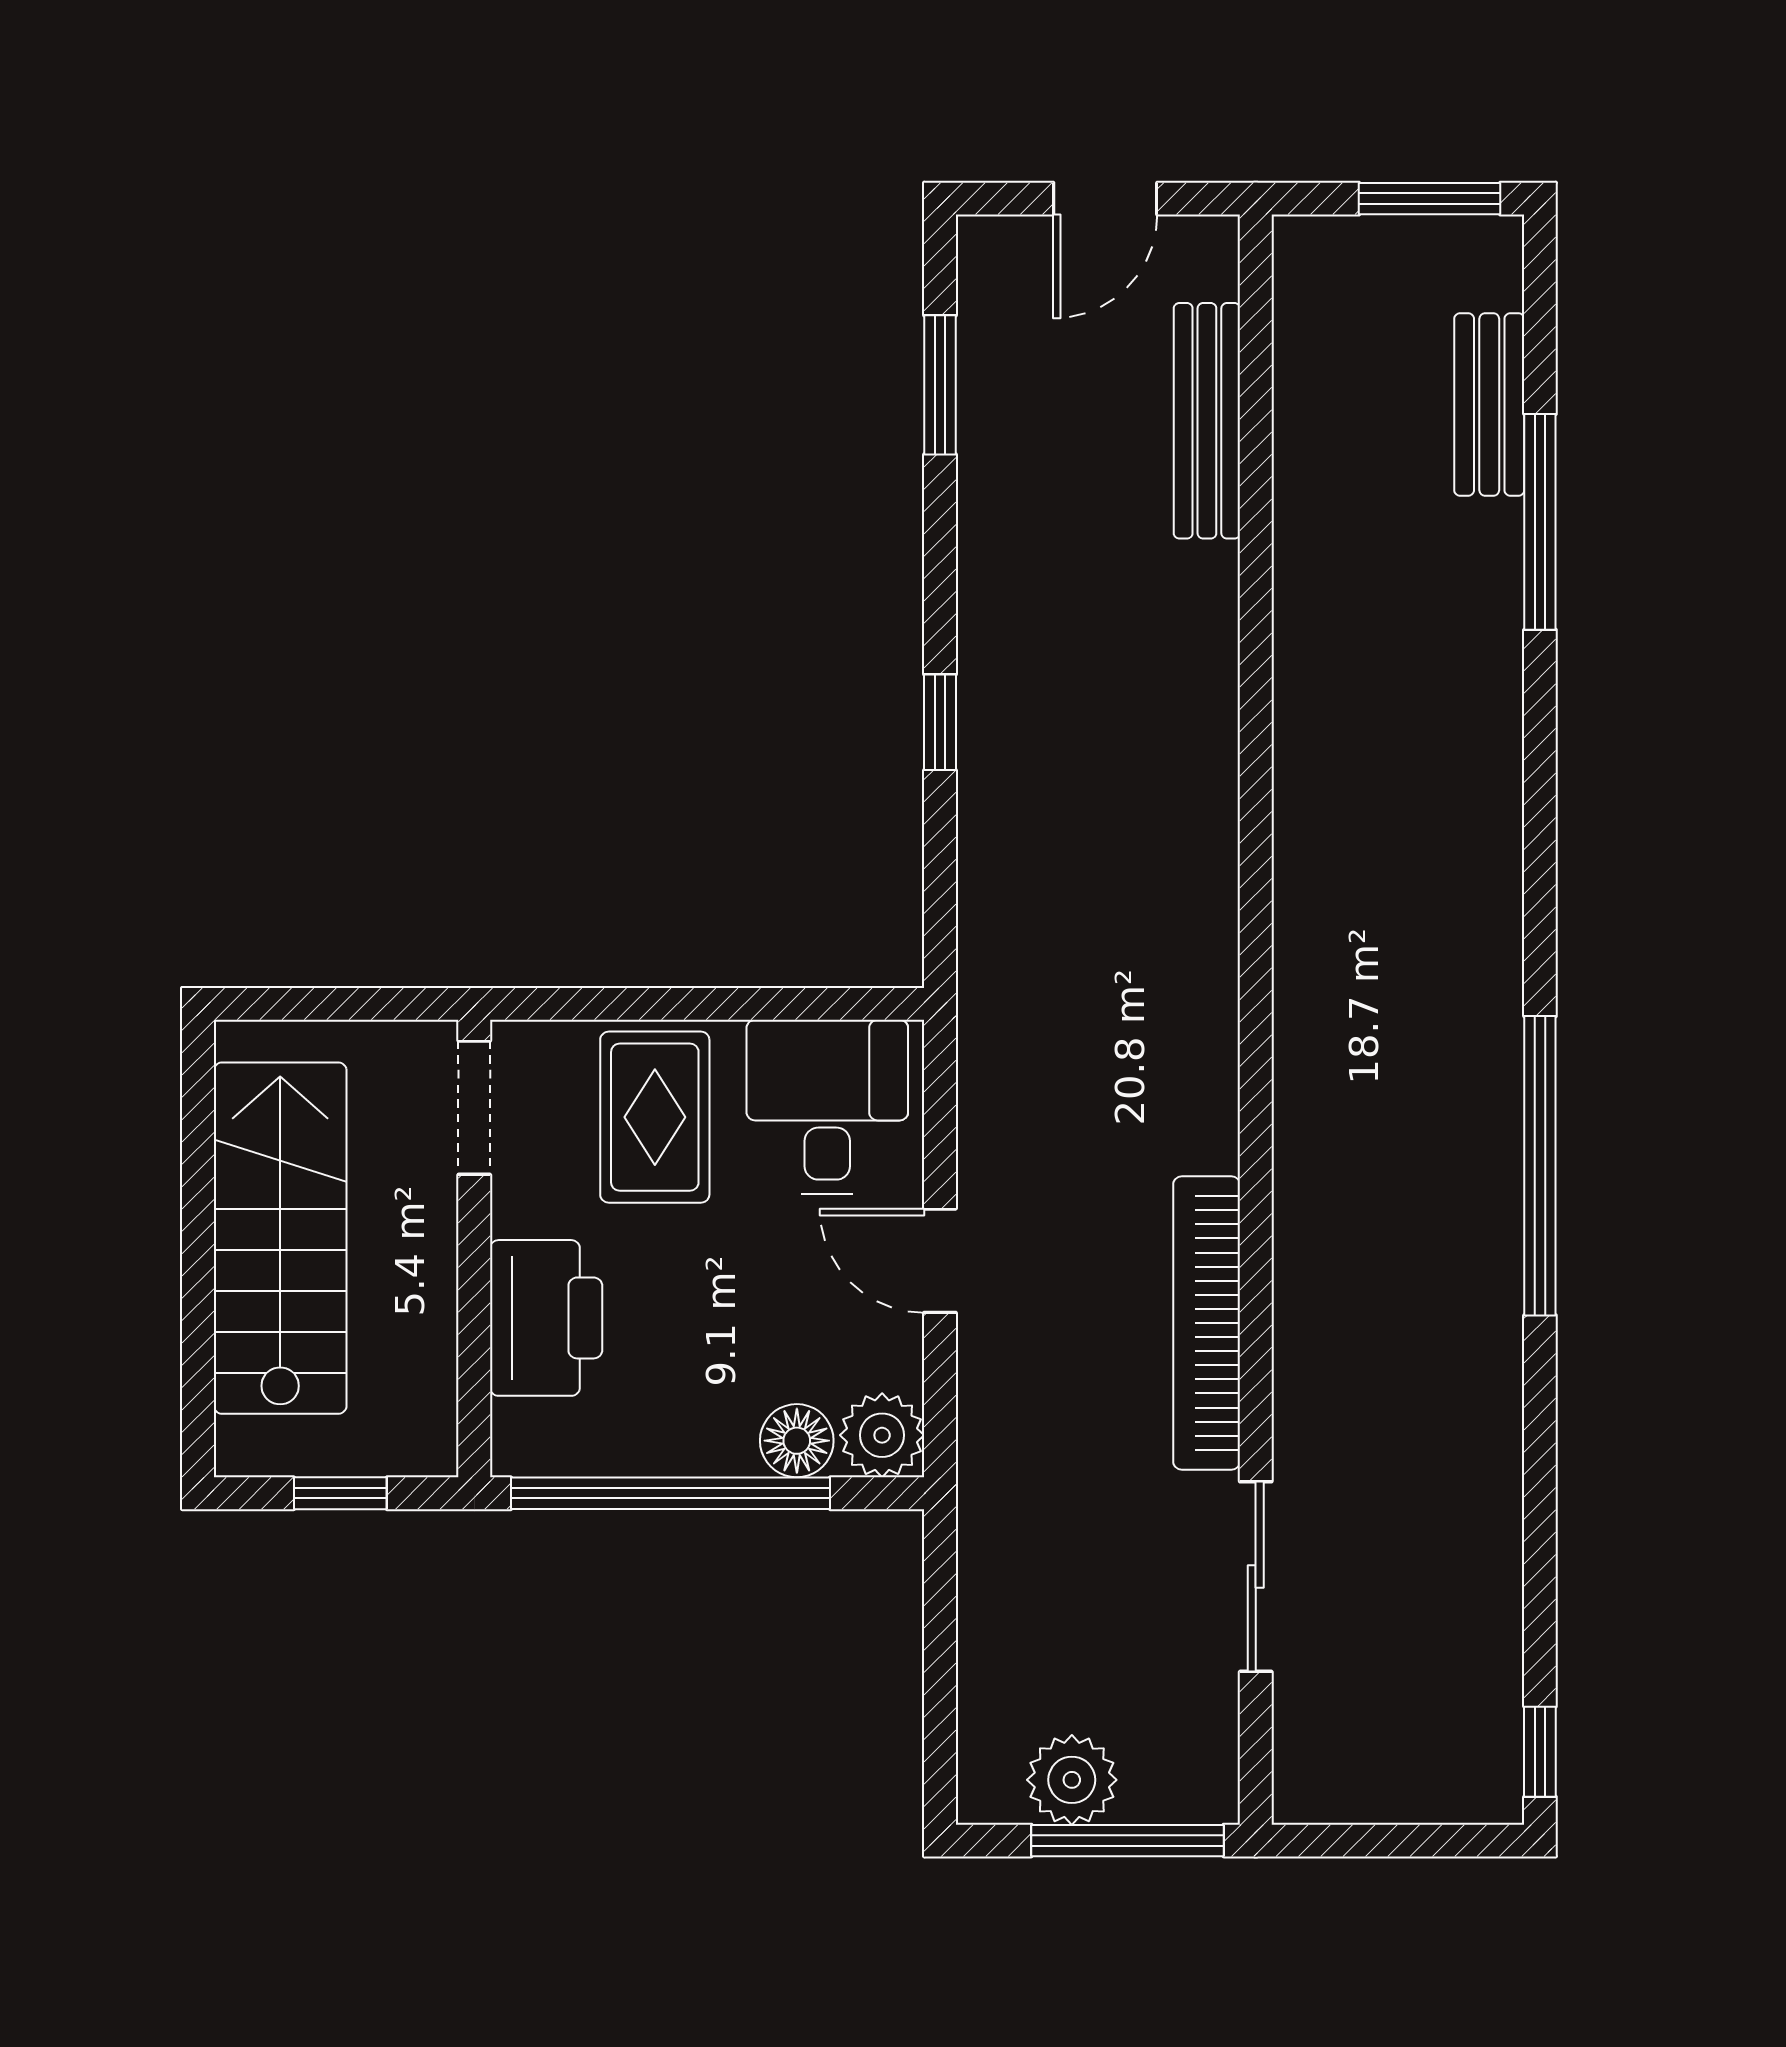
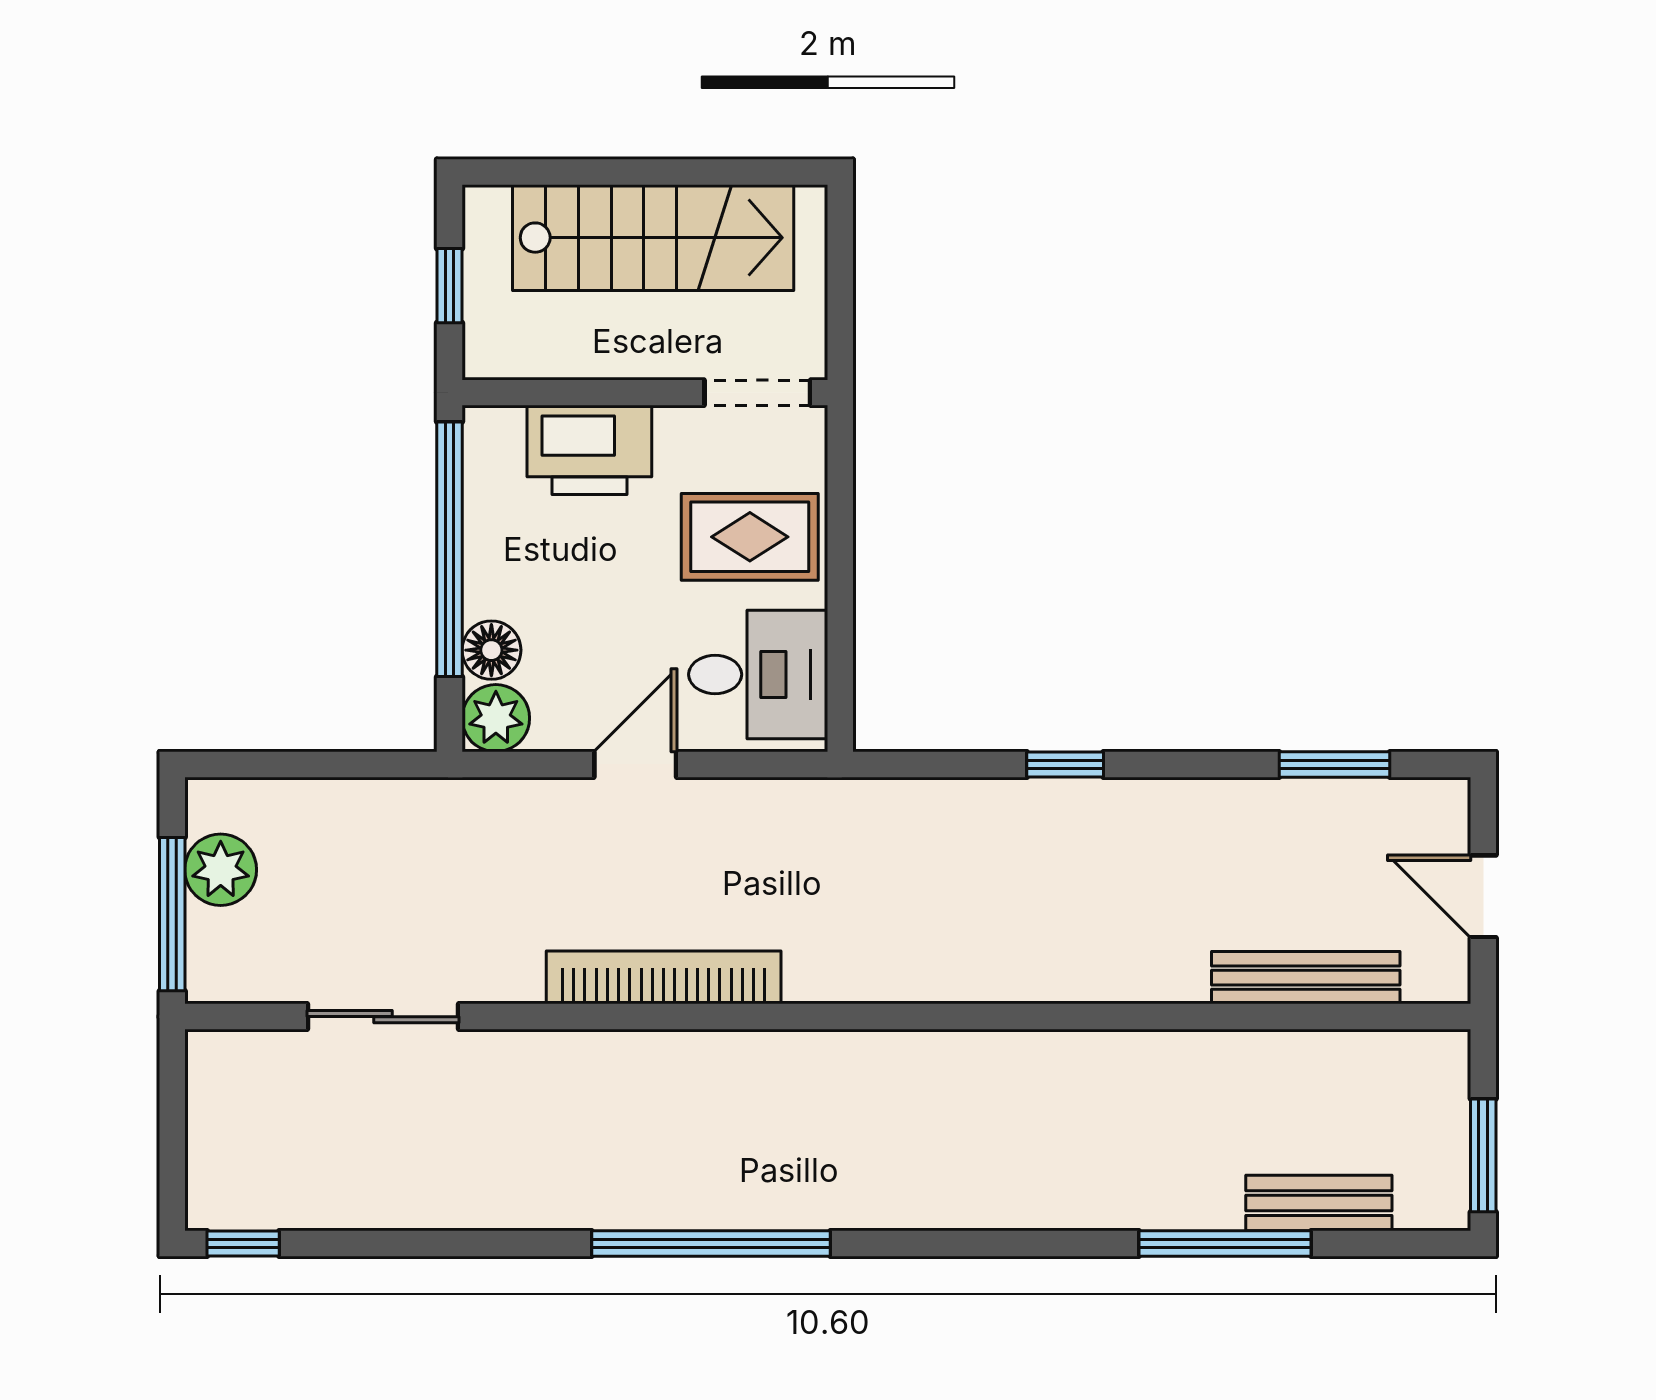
bookcase: (1207, 1323) -> (664, 977), moved

